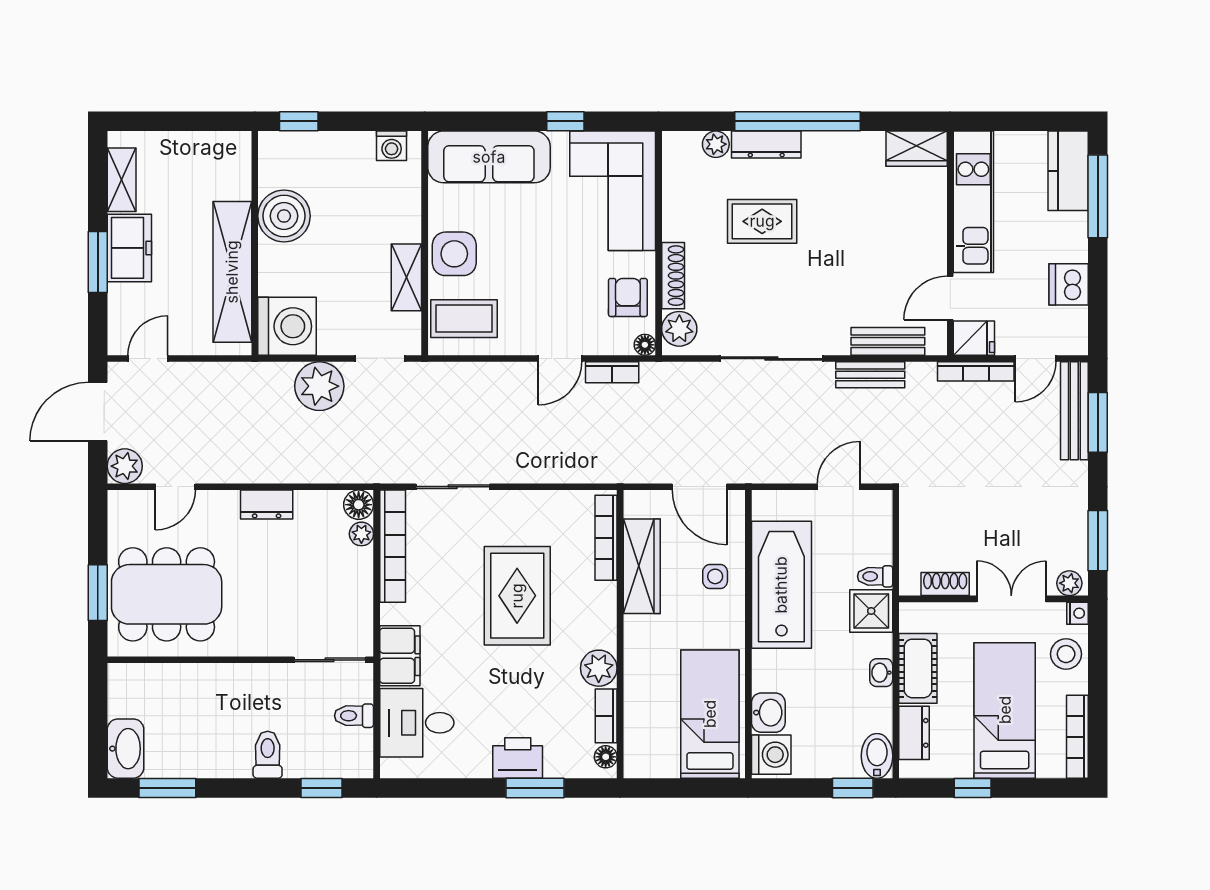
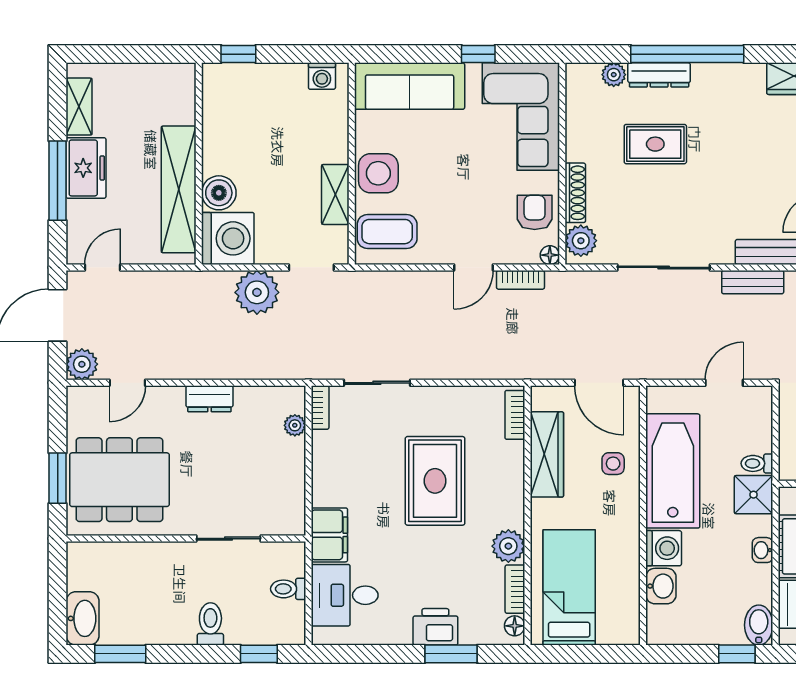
boiler: (284, 216) -> (219, 193), moved, width x0.73, depth x0.73
window: (98, 262) -> (58, 181), width x1.44
floor lamp: (359, 505) -> (292, 399), removed
bookcase: (606, 538) -> (515, 415), width x0.64
bookcase: (393, 546) -> (320, 408), width x0.43, depth x0.76
sliding door: (330, 660) -> (228, 539), moved
bed: (710, 714) -> (569, 587), moved
washing machine: (771, 755) -> (664, 548), moved

